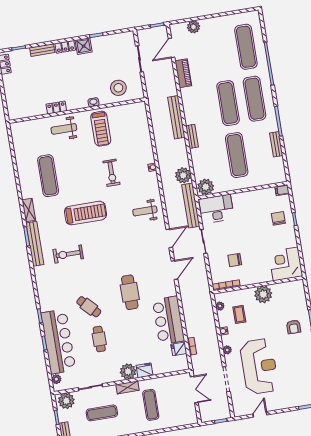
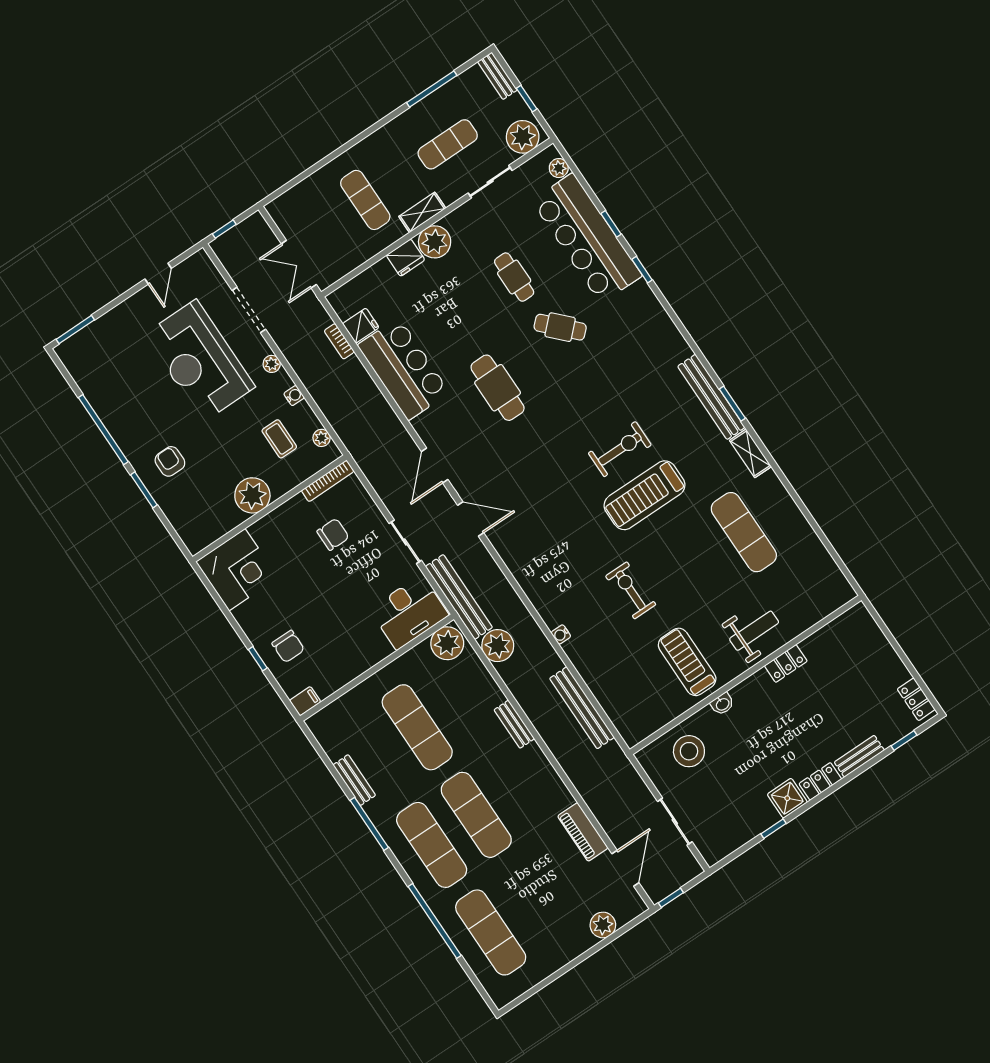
bench: (176, 117) -> (582, 708), moved
weight bench: (145, 211) -> (538, 549), removed
door: (169, 238) -> (471, 519), swing flipped
exercise bike: (68, 254) -> (620, 449), moved

